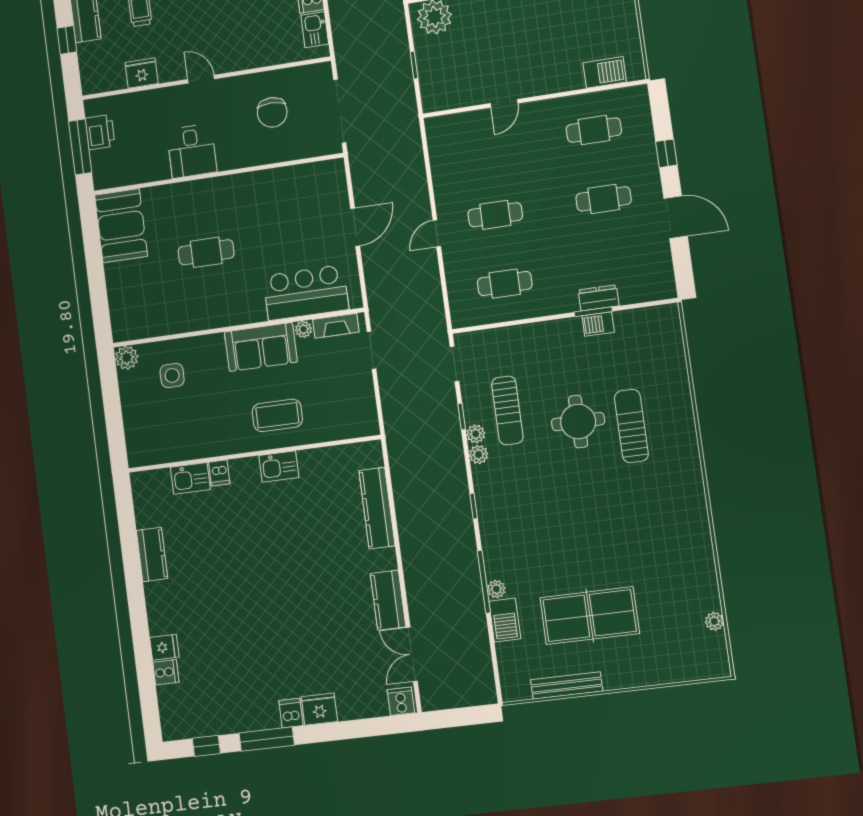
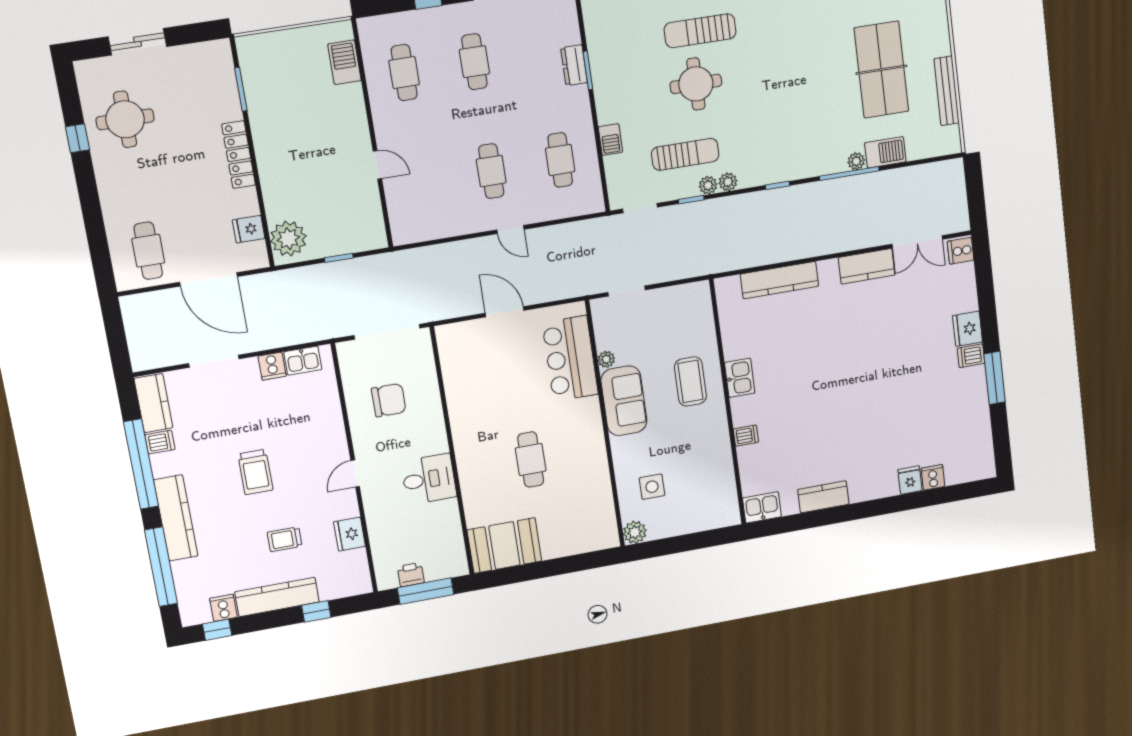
printer: (100, 132) -> (411, 575), width x0.73, depth x0.81
barbecue: (598, 324) -> (610, 140), moved
fireplace: (336, 326) -> (603, 327), removed
kitchen sink: (190, 478) -> (762, 507), moved, turned -90
window: (206, 746) -> (1001, 435), removed

